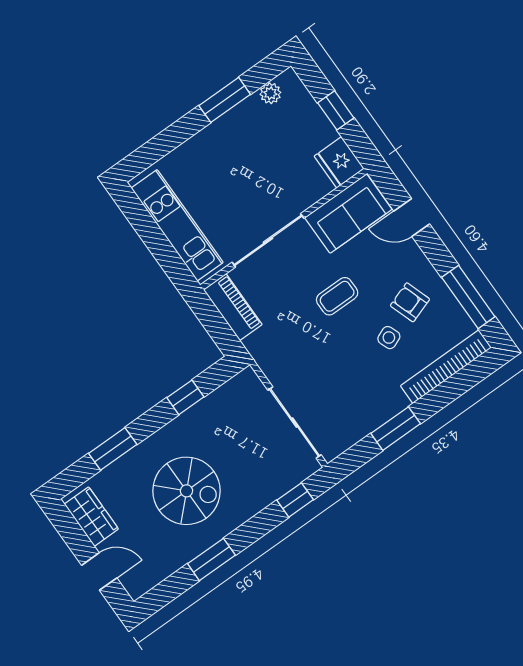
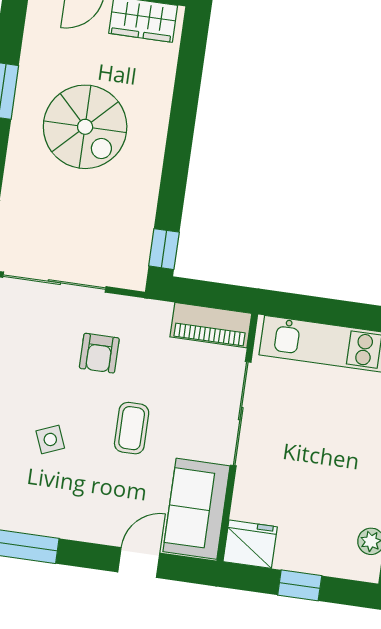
armchair: (410, 302) -> (99, 353), moved, turned 109
window: (185, 397) -> (164, 249), moved
window: (113, 449) -> (186, 96), removed
spiral stairs: (187, 491) -> (85, 127), turned -90

